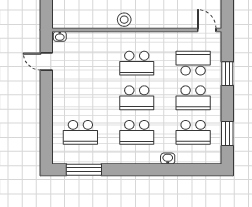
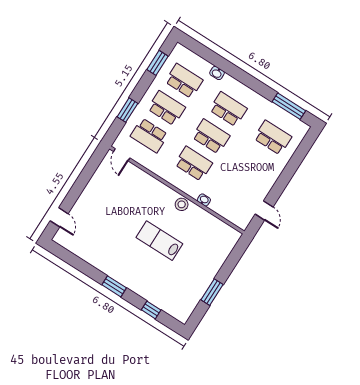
washbasin: (60, 36) -> (204, 200), moved

